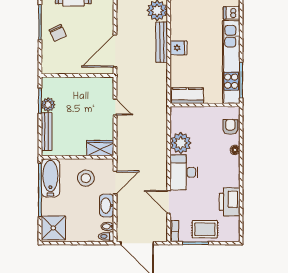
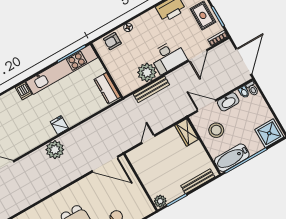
bench: (162, 42) -> (151, 89), moved
fridge: (178, 48) -> (59, 125), moved
plant: (48, 105) -> (160, 201), moved

